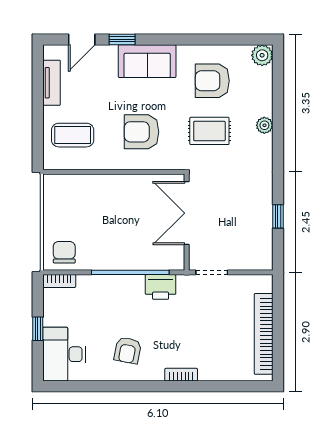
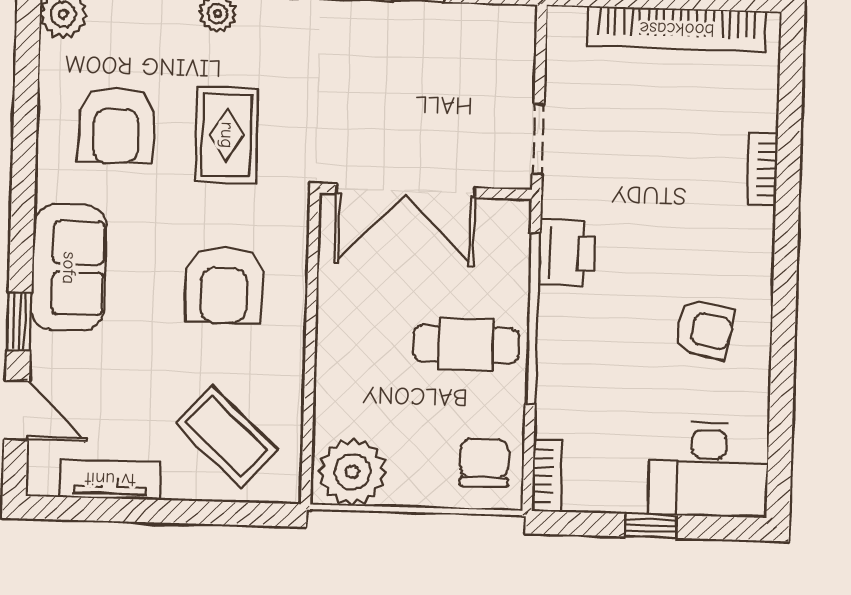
coffee table: (73, 135) -> (227, 436), turned -47
plant: (58, 193) -> (352, 472), added
cafe table: (118, 242) -> (466, 345), added
chair: (64, 252) -> (484, 463), turned 90
bookcase: (181, 375) -> (763, 169), moved

